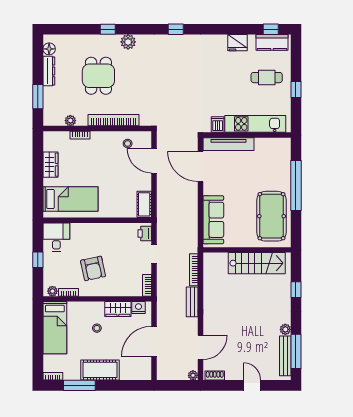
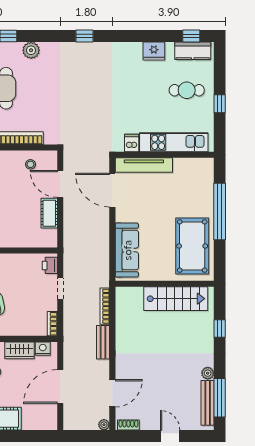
cot: (144, 204) -> (49, 213), moved

